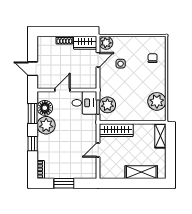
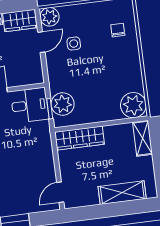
plant: (157, 101) -> (133, 105), moved
door: (98, 150) -> (60, 192), moved

